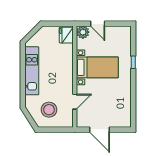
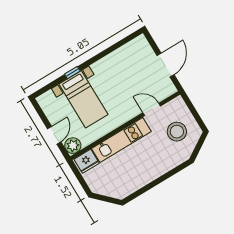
bed with nightstands: (97, 67) -> (83, 99), moved, turned 180
kitchen unit: (32, 71) -> (121, 140), moved, turned 180

